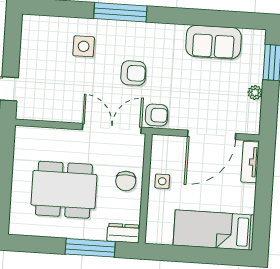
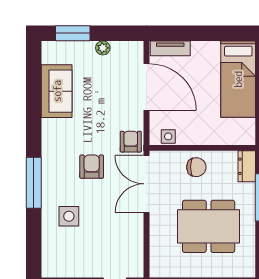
side table: (162, 181) -> (168, 136), moved
dining table: (64, 190) -> (209, 226), turned 90

